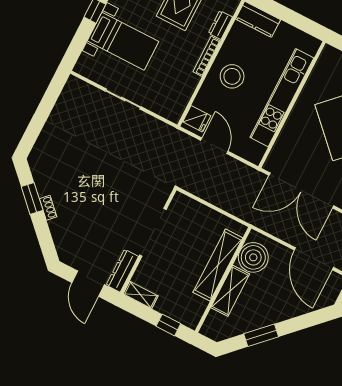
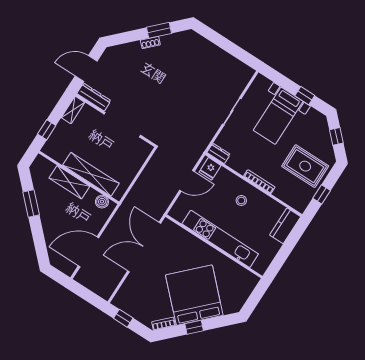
dresser: (220, 25) -> (219, 153), moved
stool: (232, 76) -> (241, 201), width x0.53, depth x0.53
boiler: (253, 257) -> (102, 202), width x0.54, depth x0.54

